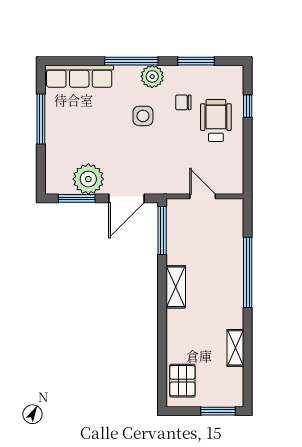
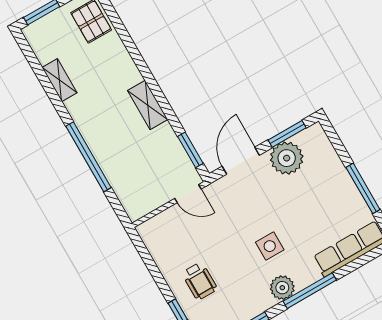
chair: (183, 102) -> (240, 280), removed
wheelchair: (216, 120) -> (200, 281), width x0.73, depth x0.73
door: (203, 196) -> (188, 194), moved
window: (162, 231) -> (190, 150), width x0.69

